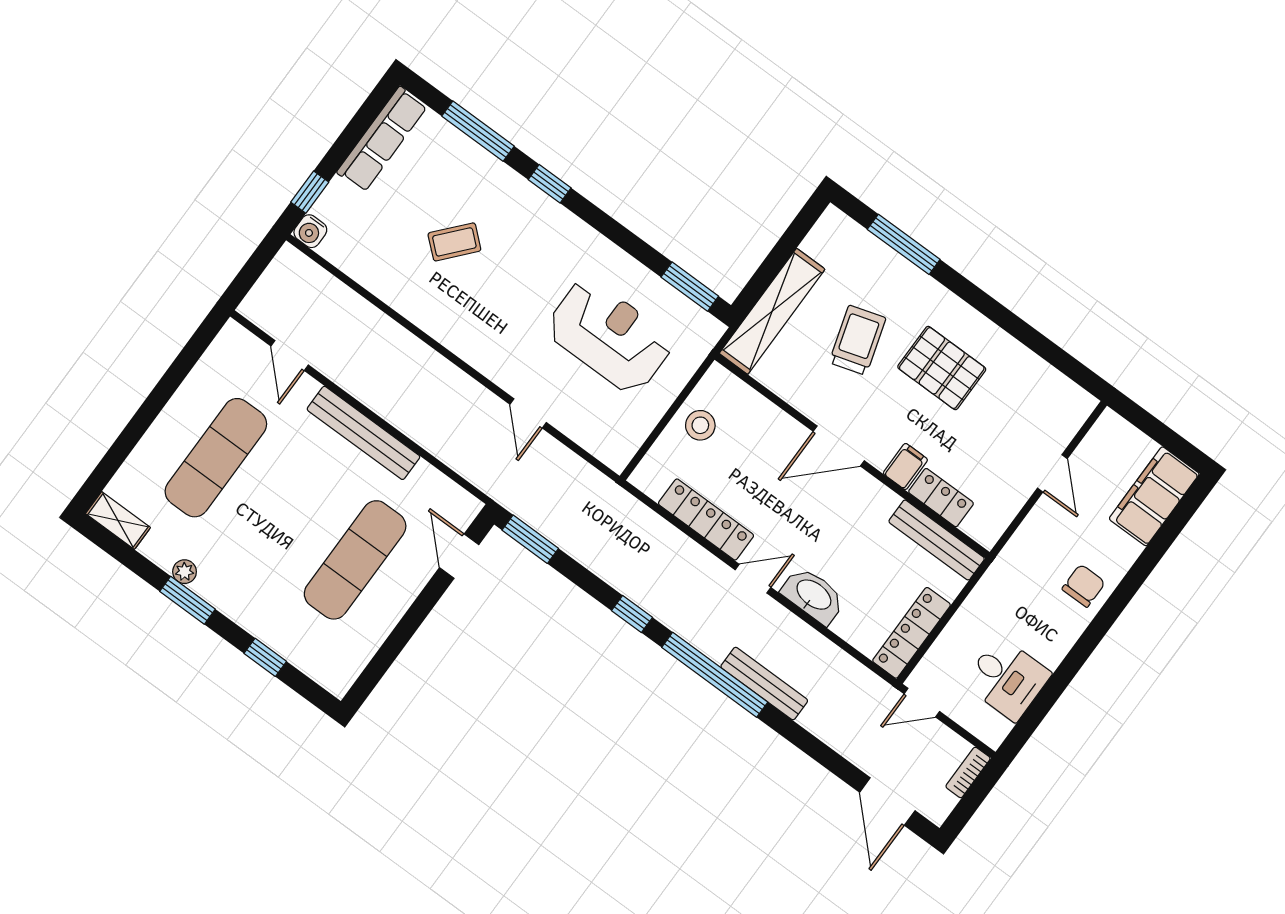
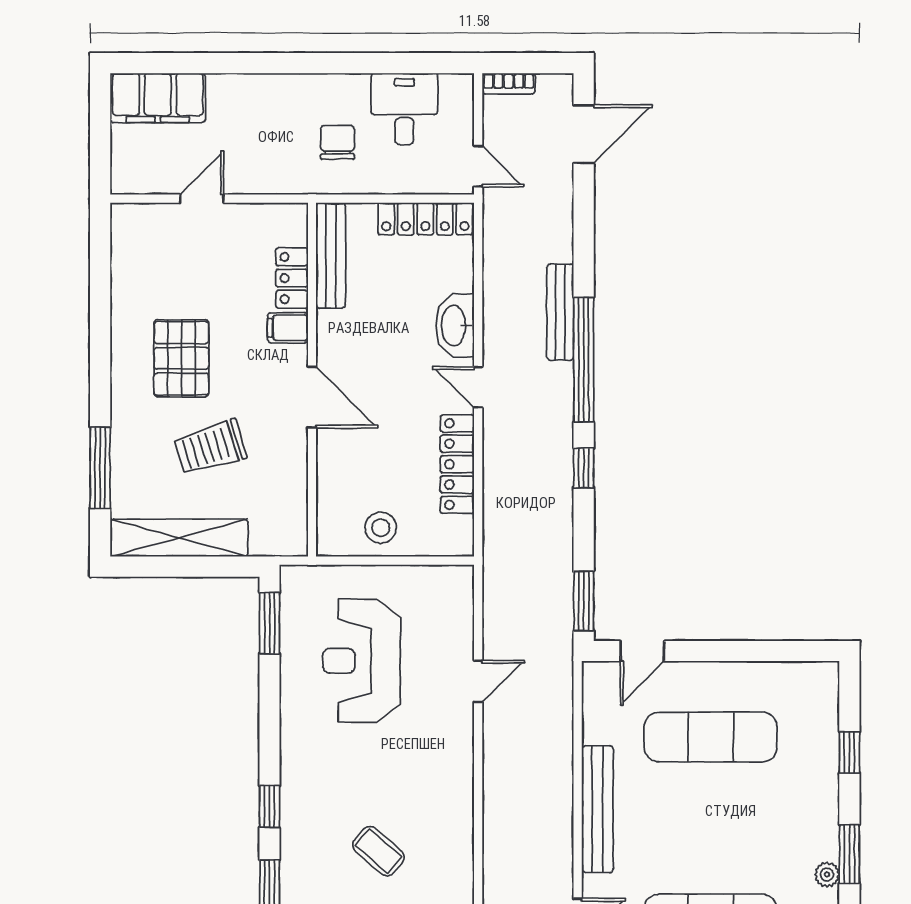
shelving: (772, 311) -> (179, 538), moved
chair: (1084, 586) -> (338, 142), moved, turned 90

